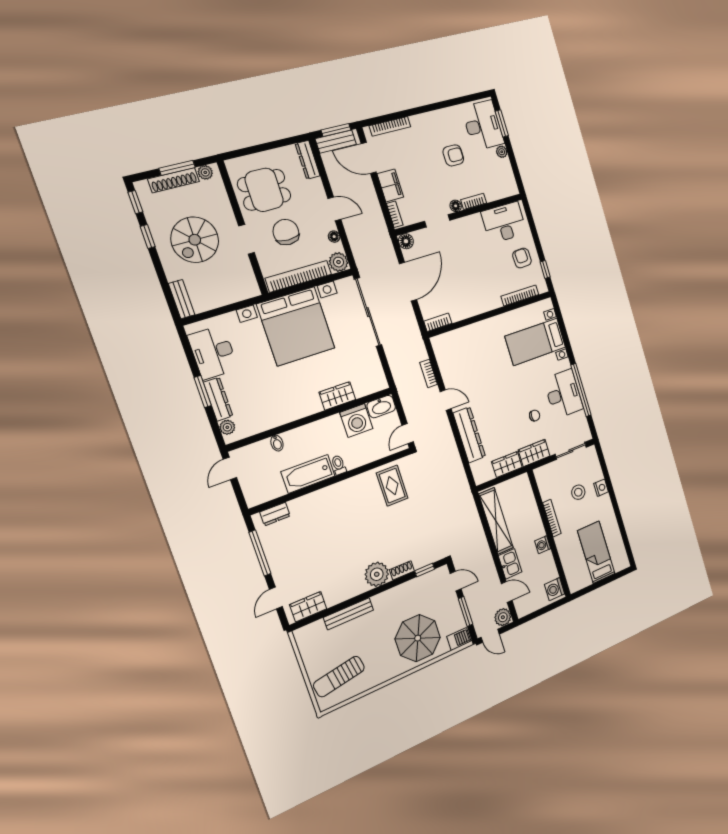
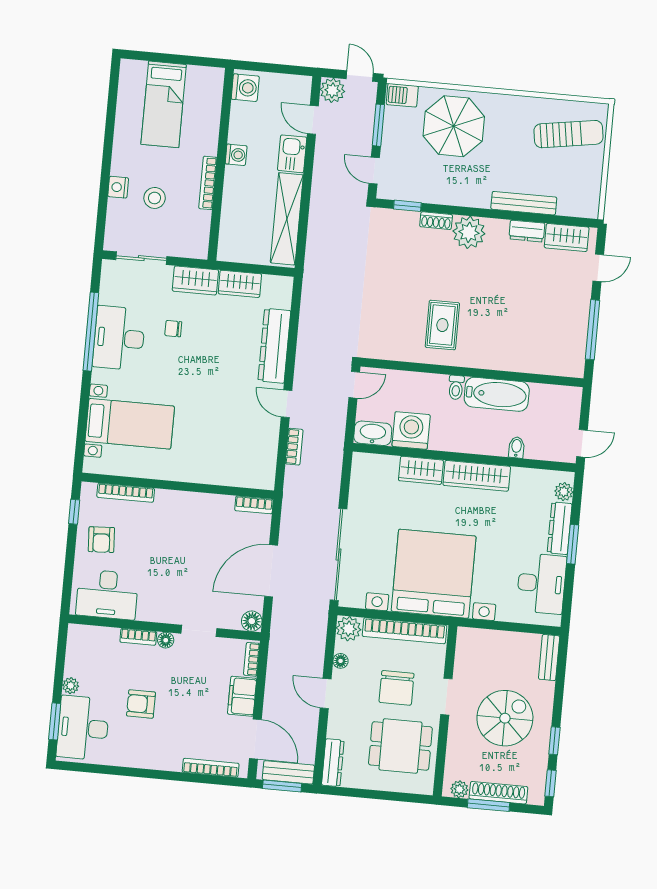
wardrobe: (296, 410) -> (477, 476), added
rug: (392, 486) -> (442, 325), moved
dresser: (275, 514) -> (527, 231), moved, turned 180

